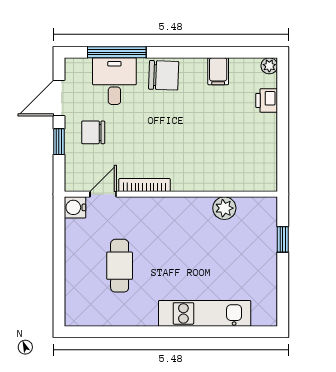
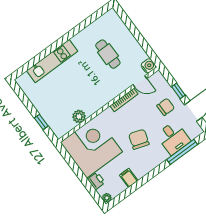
chair: (164, 75) -> (139, 139), moved, turned 106
corner desk: (239, 153) -> (91, 147), added
door: (103, 194) -> (140, 82), hinge flipped

